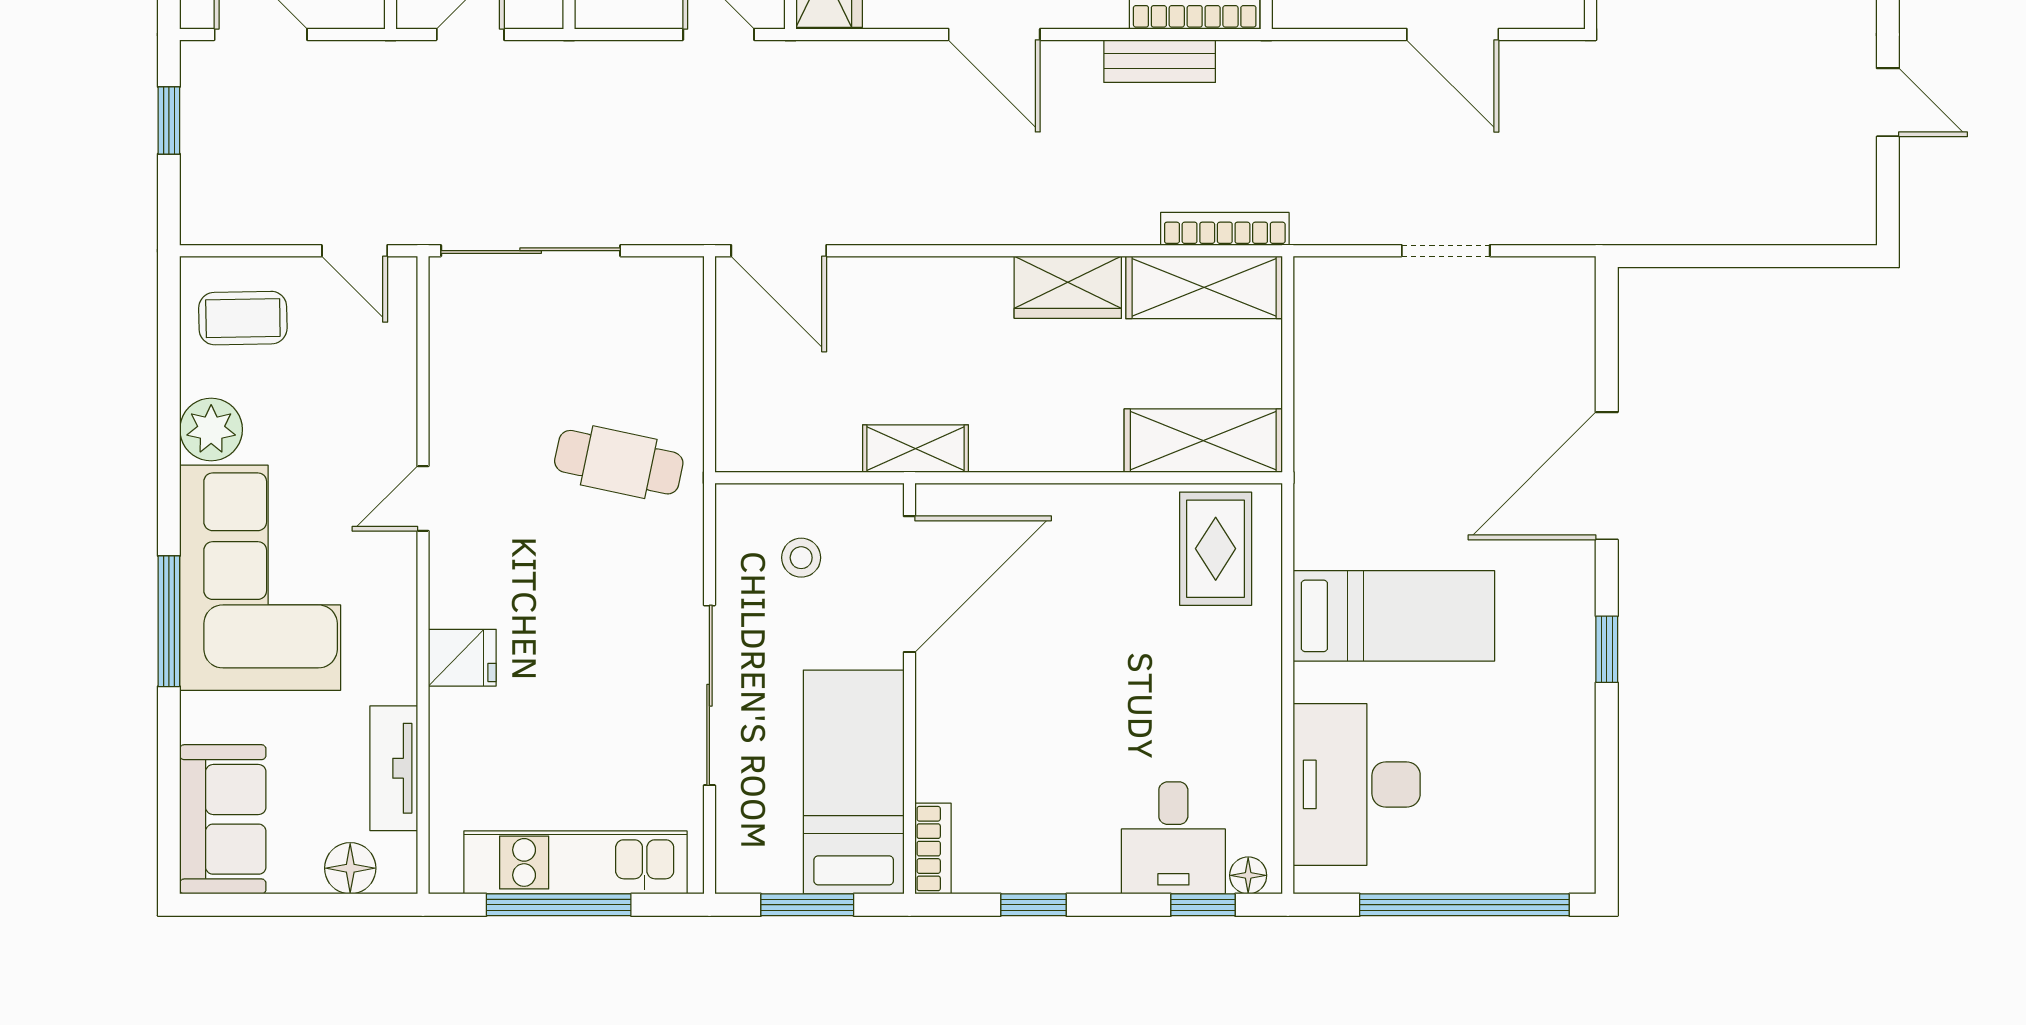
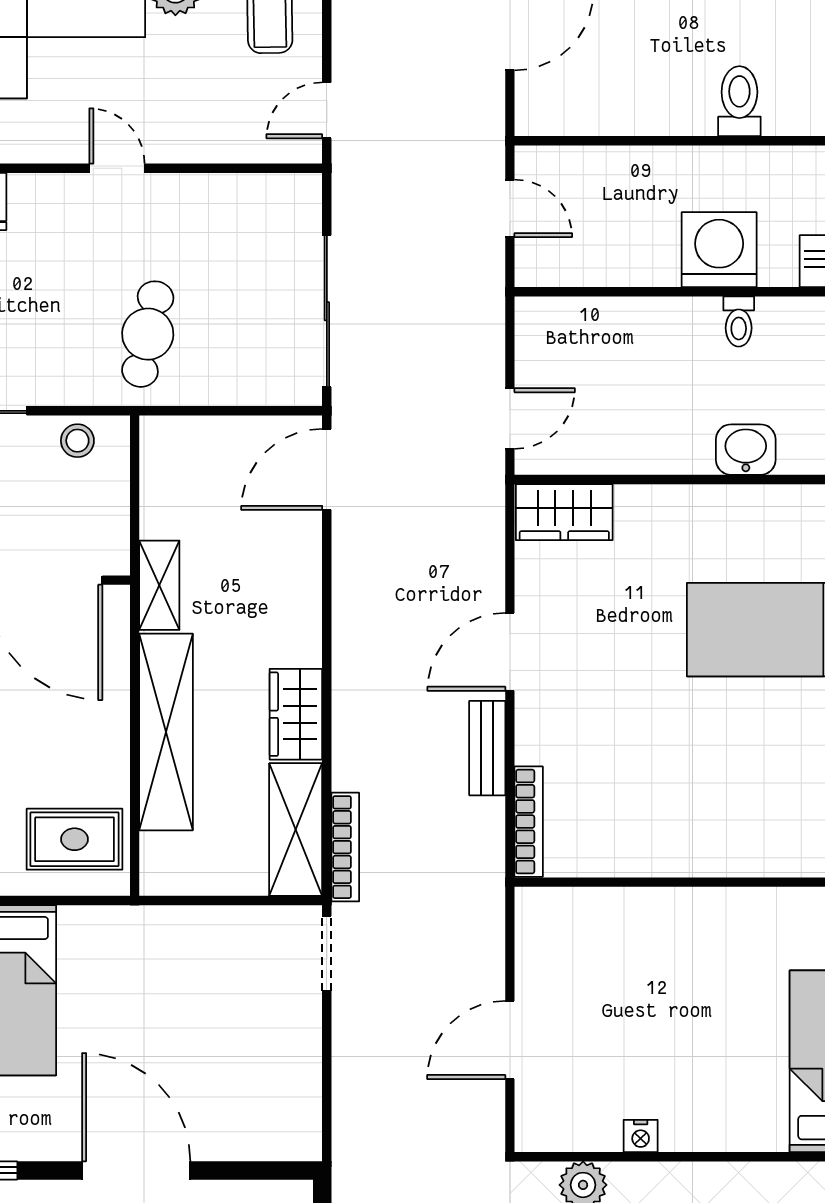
bench: (1160, 61) -> (487, 748), moved
sliding door: (531, 251) -> (327, 311), moved
doorway: (1446, 251) -> (327, 953), moved
shelving: (1203, 441) -> (166, 732), moved, width x1.47
stool: (801, 558) -> (77, 441), moved

